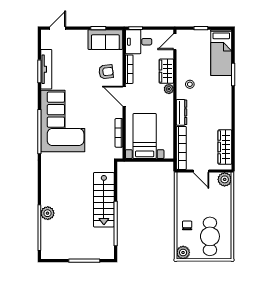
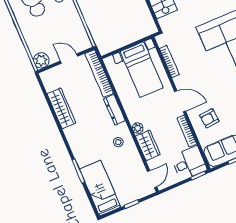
wardrobe: (225, 147) -> (61, 108), moved

